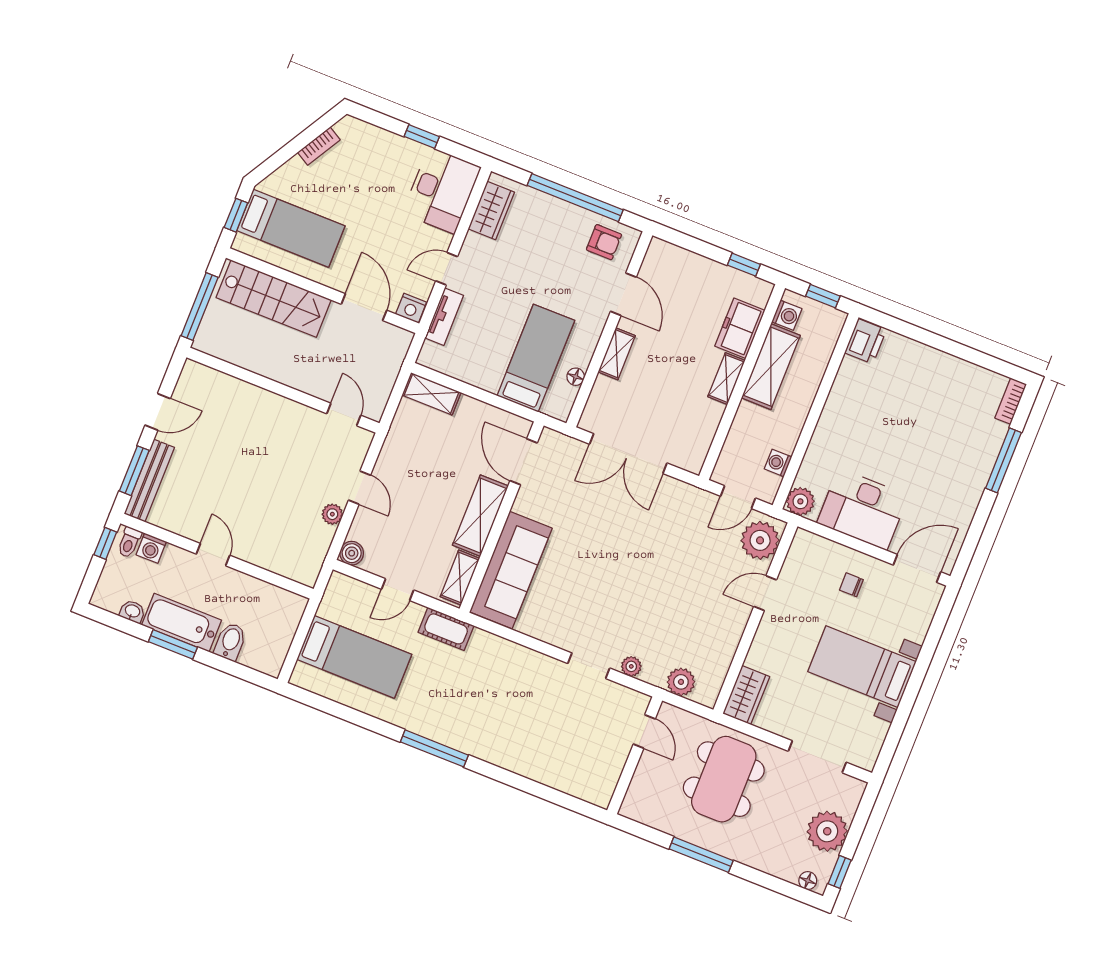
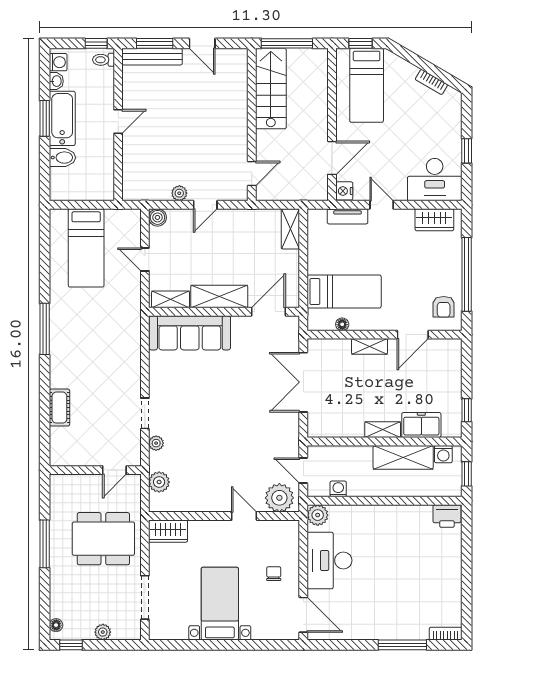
stairs: (274, 299) -> (271, 89), moved, turned 180
washing machine: (151, 548) -> (58, 62), moved, turned 180
cot: (446, 629) -> (59, 408), moved
plant: (827, 831) -> (103, 632), width x0.53, depth x0.53

